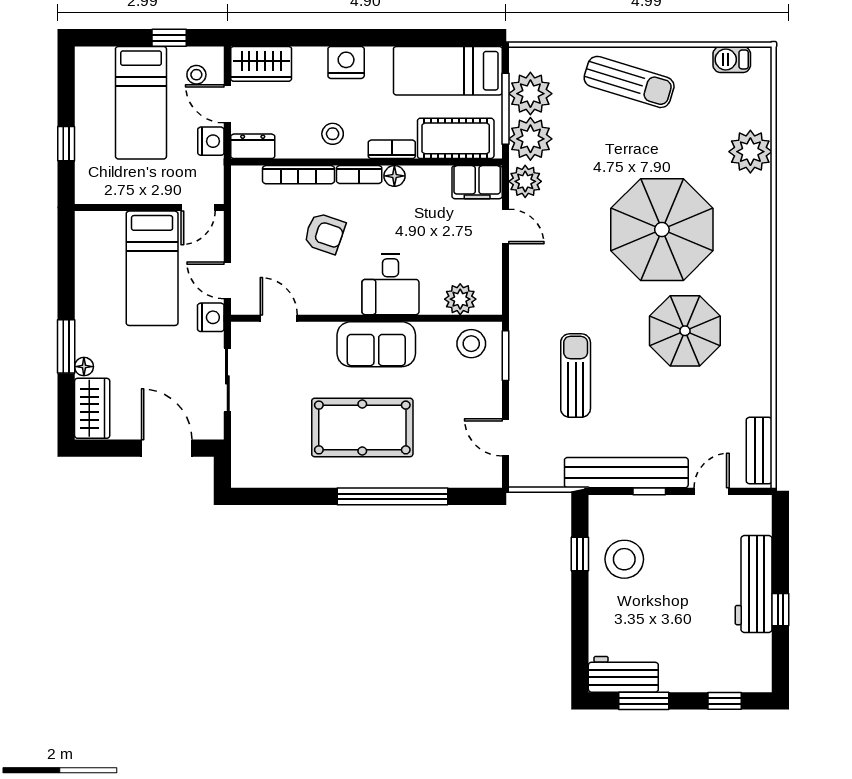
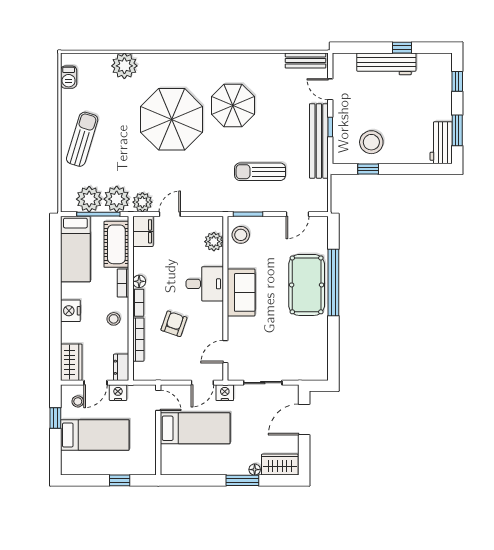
pool table: (362, 427) -> (307, 285), moved

